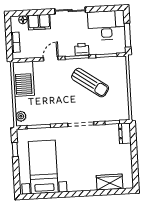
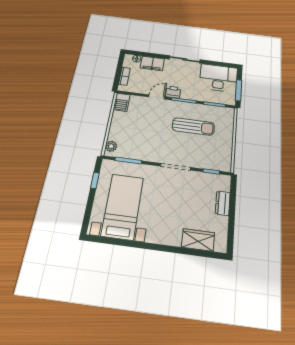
printer: (82, 49) -> (173, 92), moved
barbecue: (23, 79) -> (122, 102), width x0.53, depth x0.65
sun lounger: (90, 83) -> (193, 127), turned -35
dresser: (125, 133) -> (223, 203), moved

